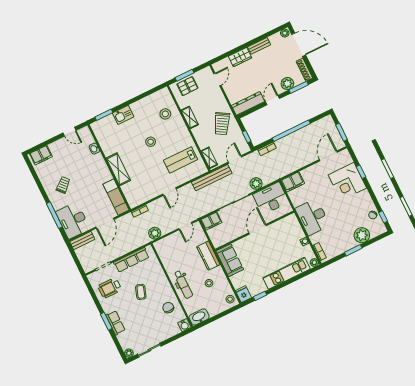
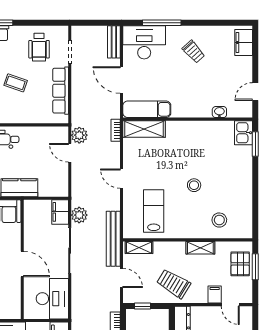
filing cabinet: (216, 93) -> (215, 295), added
kitchen sink: (123, 115) -> (244, 133), moved
shelving: (118, 169) -> (144, 129), moved
plant: (256, 184) -> (79, 215), moved
door: (185, 226) -> (70, 153), moved
wheelchair: (110, 288) -> (39, 47), turned 180

